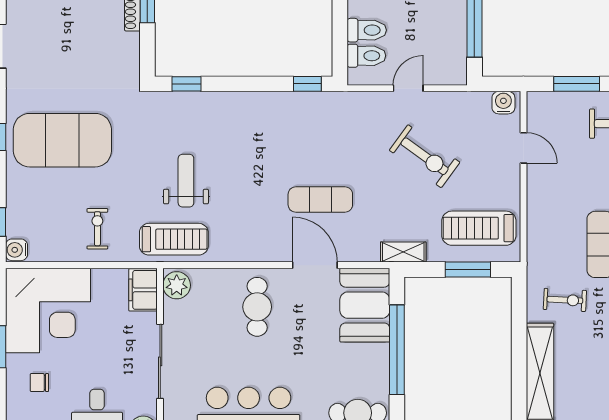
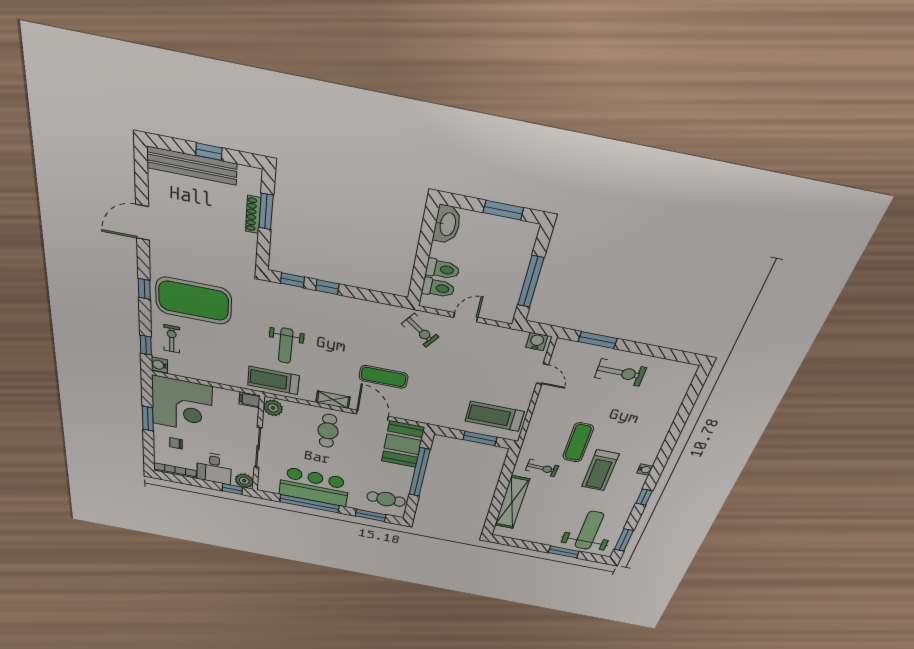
window: (307, 84) -> (327, 287), moved
exercise bike: (425, 156) -> (420, 330), moved, width x0.73, depth x0.72
weight bench: (186, 181) -> (286, 346), turned 180
exercise bike: (97, 229) -> (172, 339), moved
treadmill: (174, 239) -> (273, 380), turned 180
shelving: (403, 252) -> (333, 400), moved
filing cabinet: (143, 290) -> (250, 400), width x0.50

